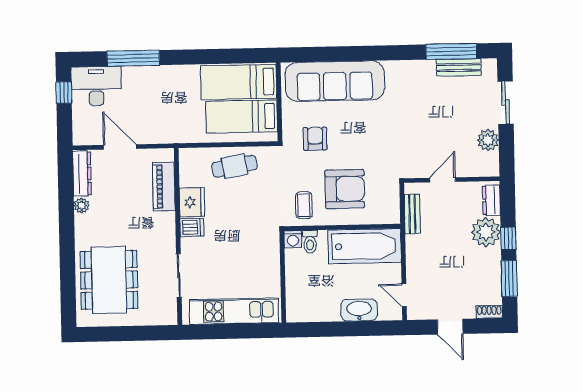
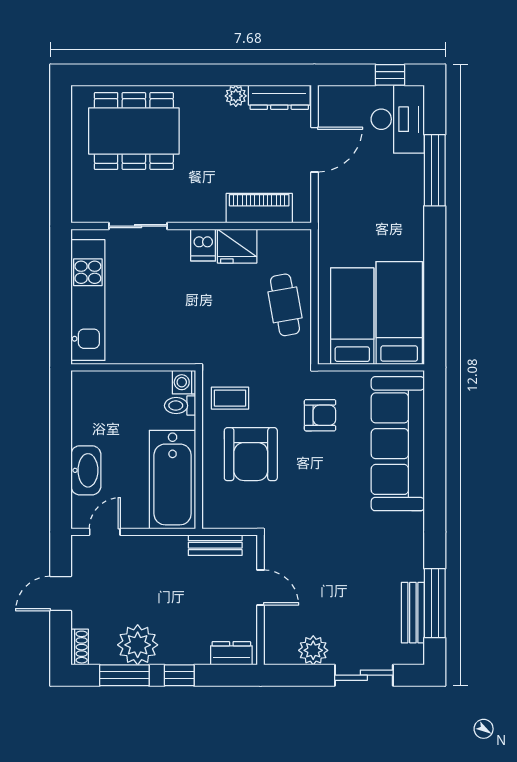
plant: (486, 232) -> (138, 645), moved

